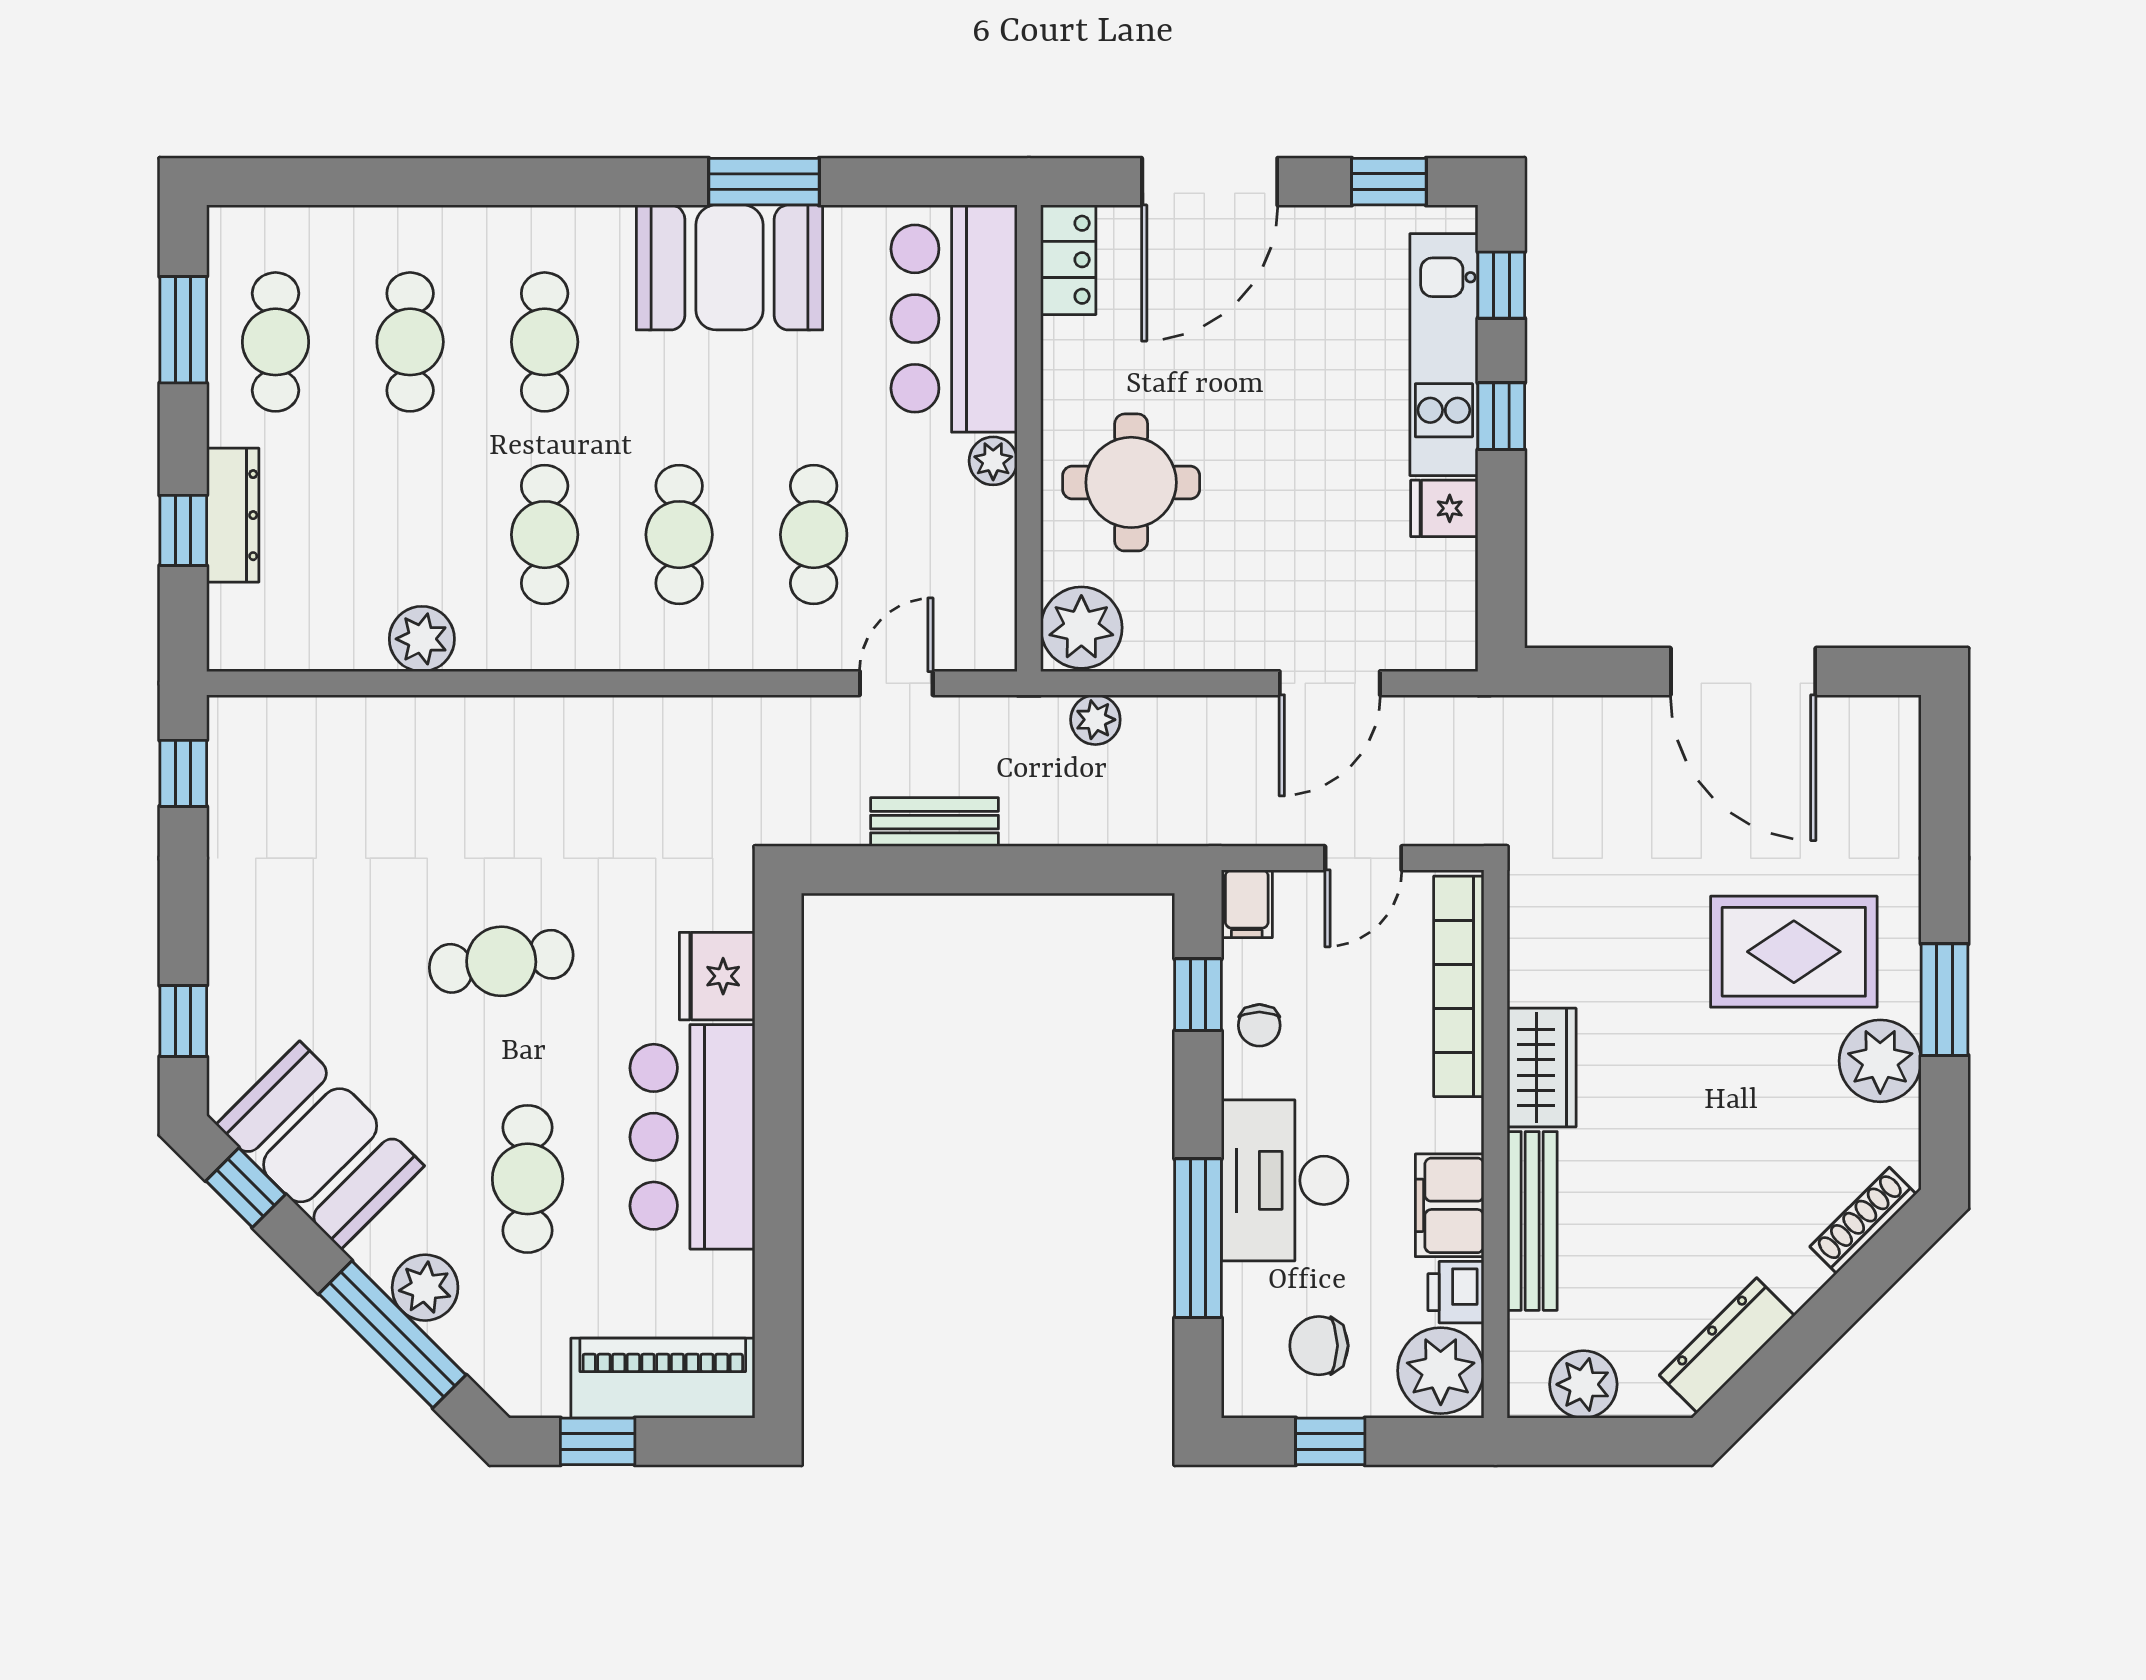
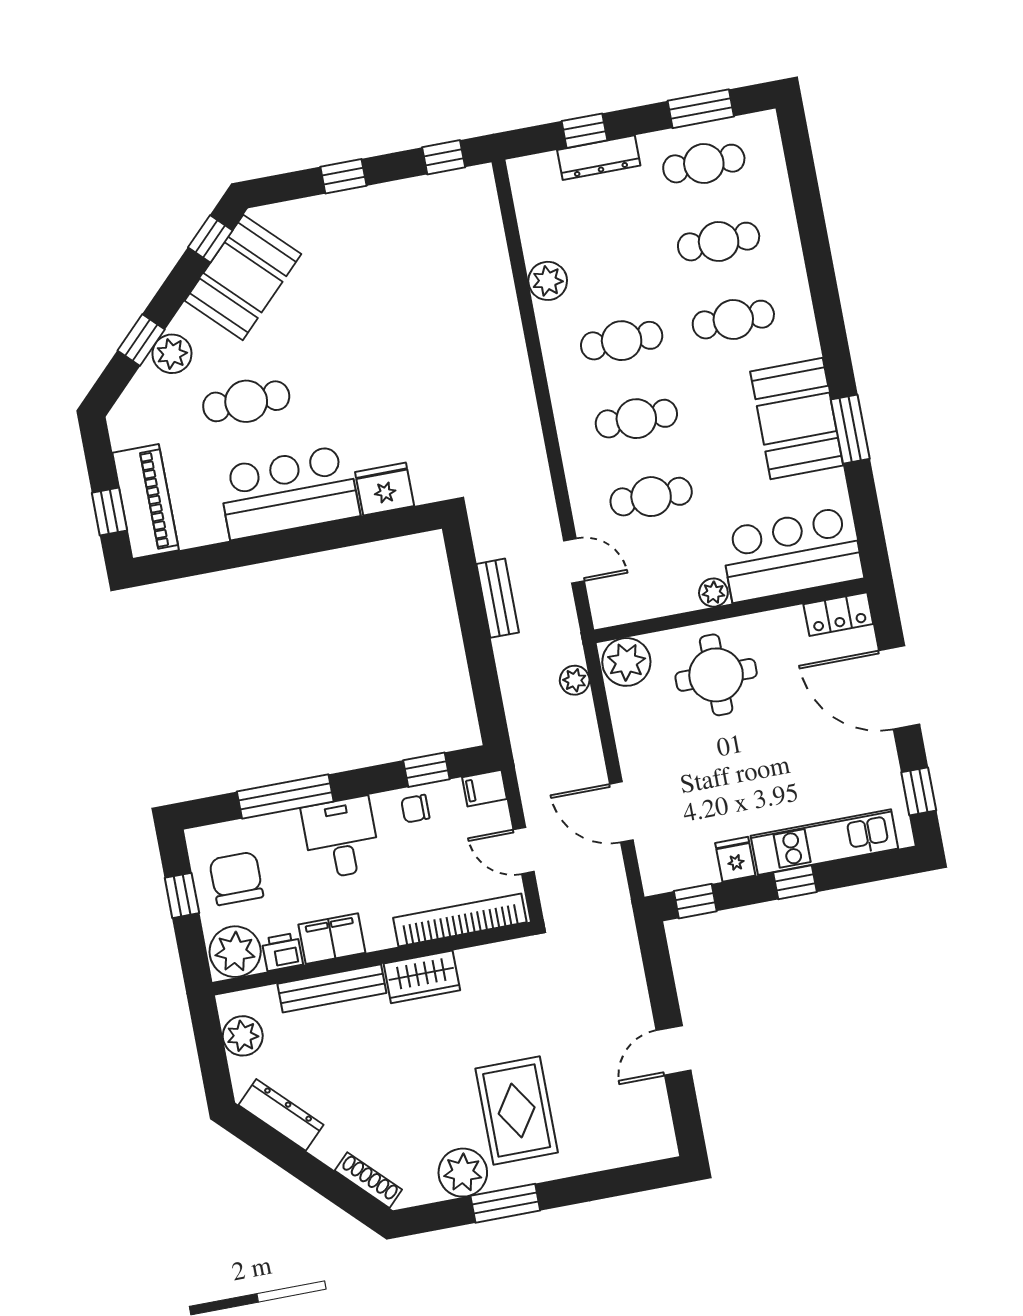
window: (1501, 285) -> (695, 901), moved
door: (1743, 672) -> (673, 1050), width x0.53
cafe table: (501, 961) -> (369, 362), removed
window: (183, 1021) -> (343, 176), moved
desk: (1285, 1180) -> (341, 838), width x0.73
window: (392, 1334) -> (141, 340), width x0.46
chair: (1319, 1346) -> (236, 878), width x1.37, depth x1.37
window: (598, 1441) -> (109, 512), moved

